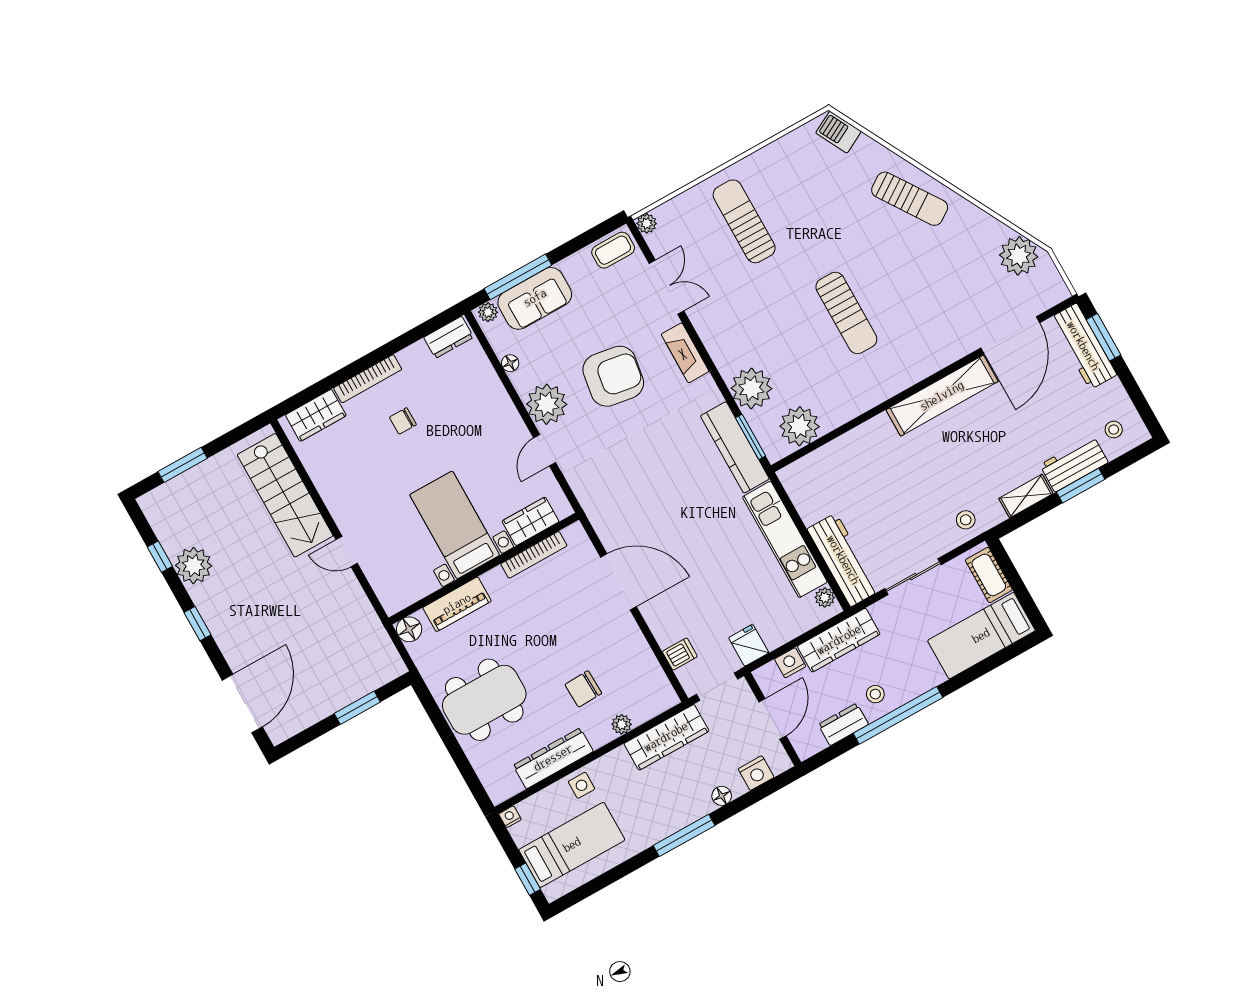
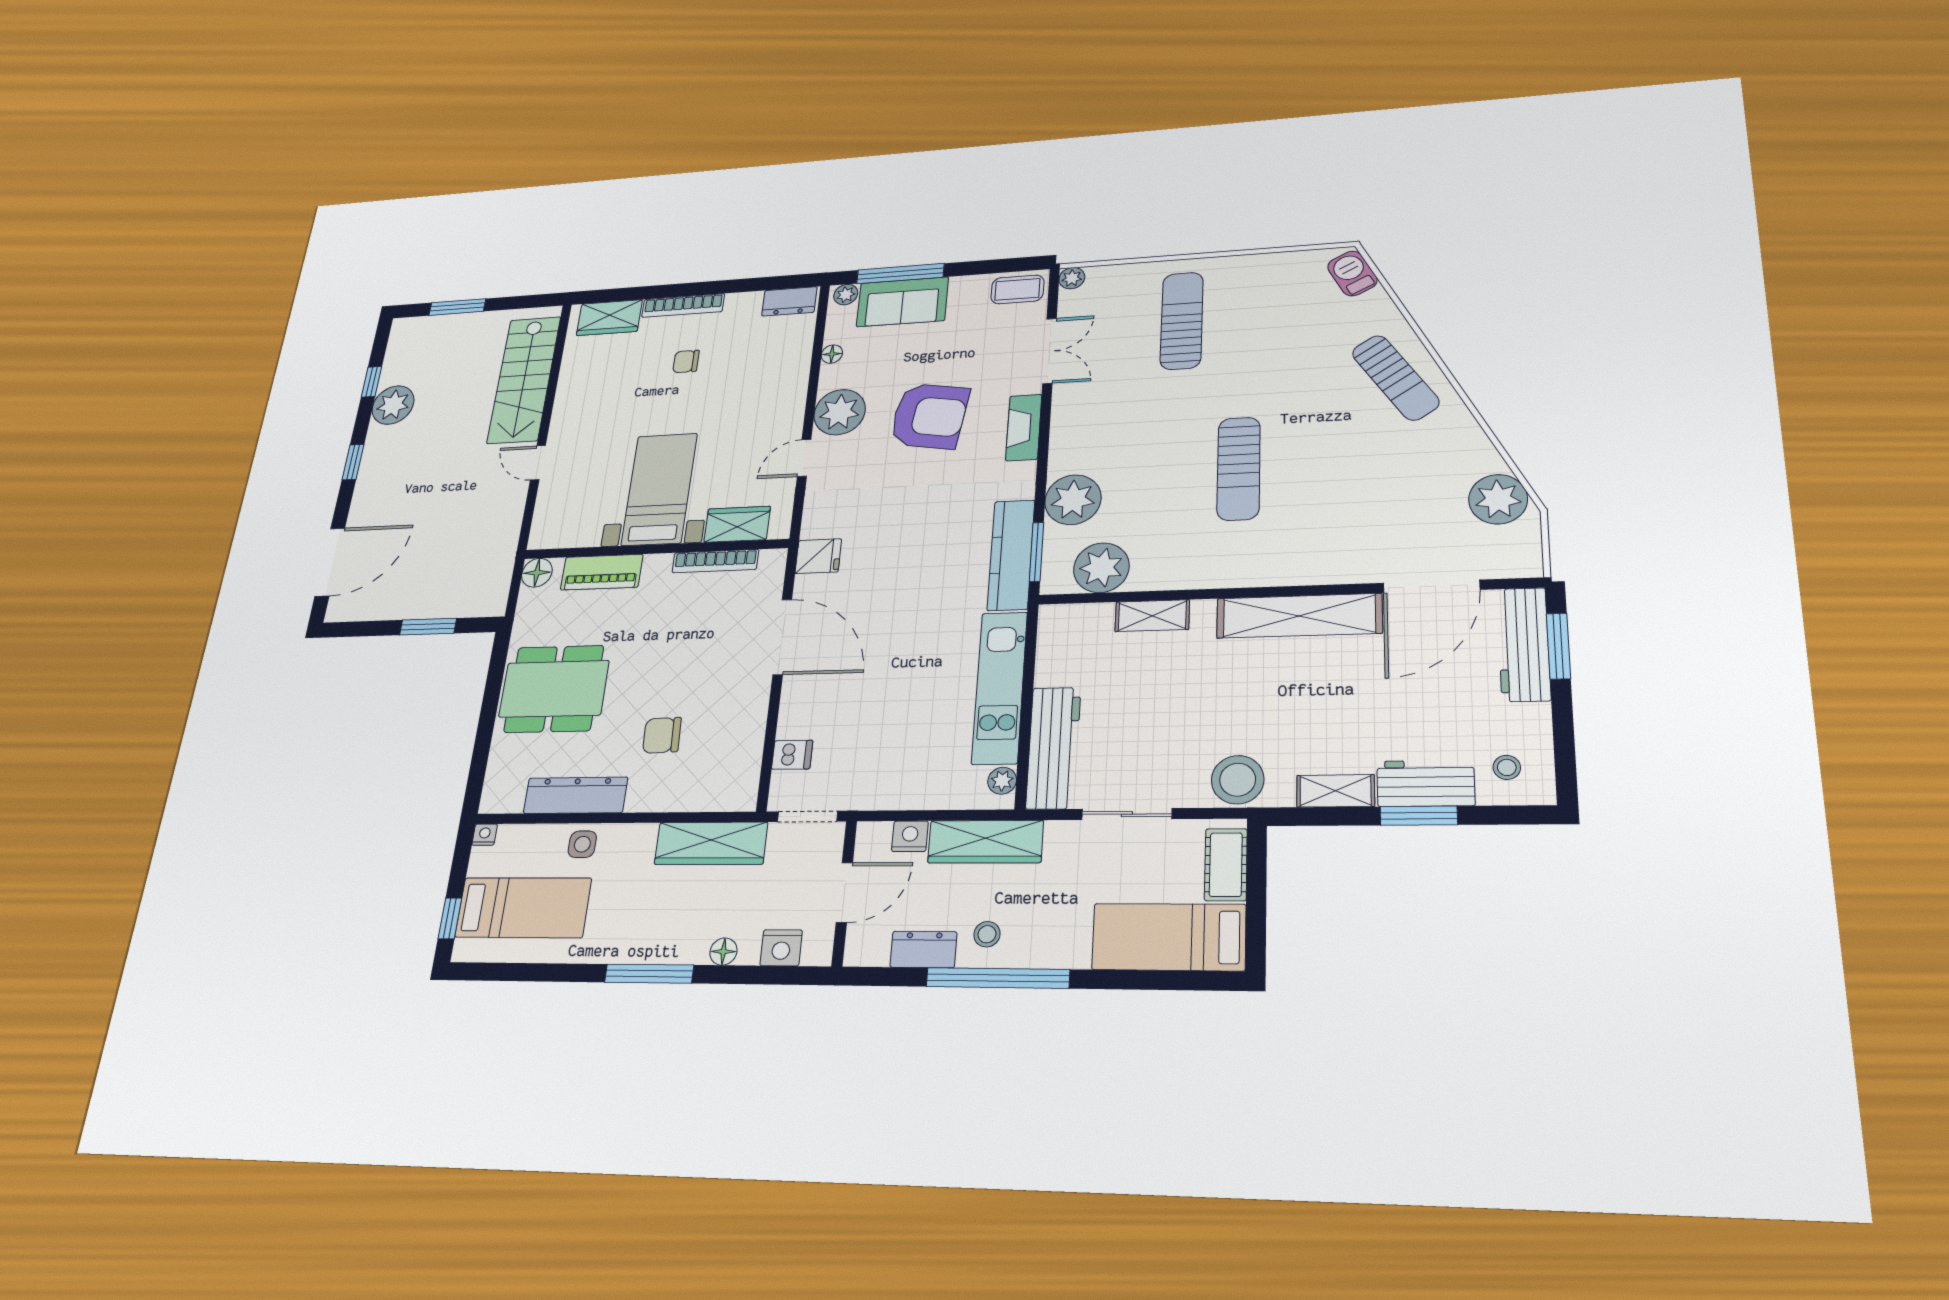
shelving: (852, 442) -> (1152, 616), added
stool: (966, 520) -> (1238, 780), width x1.89, depth x1.89
fridge: (749, 645) -> (818, 556), moved, turned 90
plant: (622, 724) -> (674, 799), removed

